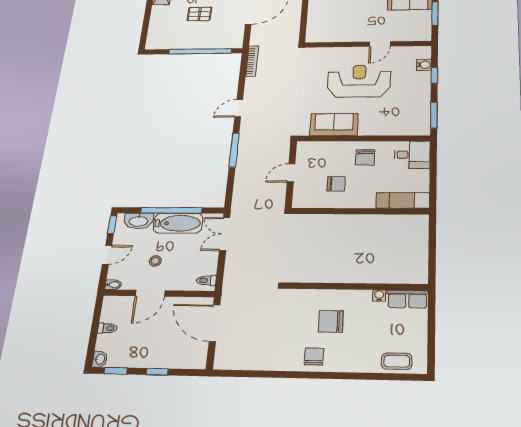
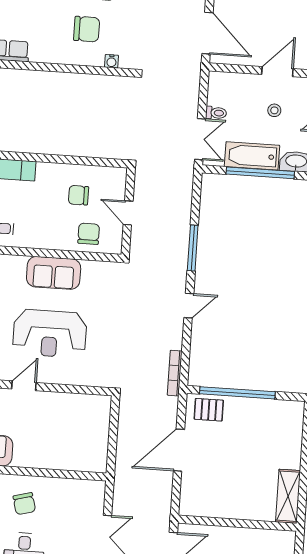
pallet: (199, 14) -> (209, 410), moved
sofa: (334, 125) -> (54, 273), moved
chair: (365, 157) -> (89, 234), moved
door: (291, 173) -> (128, 213), swing flipped
toilet: (206, 280) -> (216, 113), moved
water cooler: (379, 295) -> (111, 61), moved

